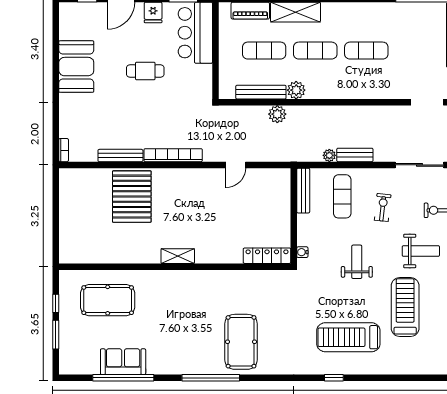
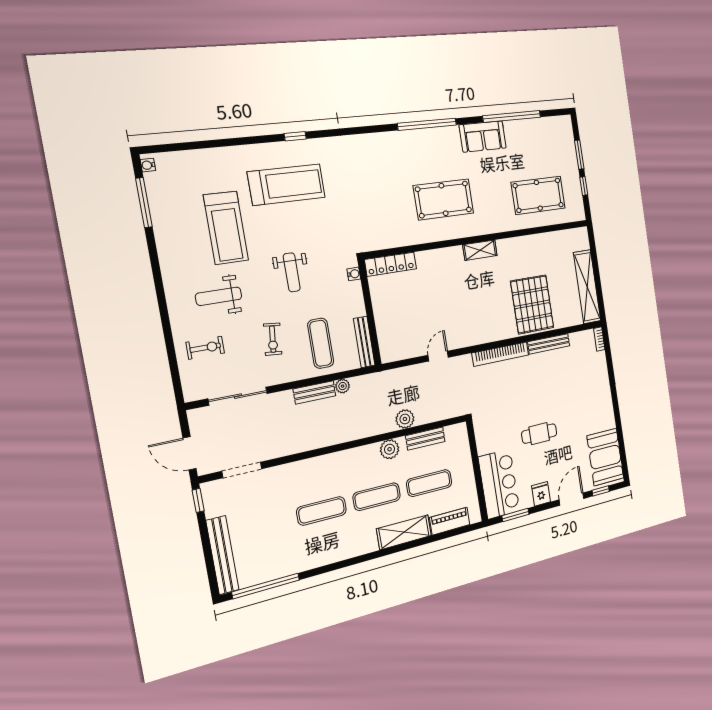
booth: (76, 67) -> (605, 457), moved
bench: (261, 92) -> (425, 439), width x0.73
shelving: (69, 204) -> (587, 287), added
pool table: (241, 342) -> (444, 199), moved, turned 90
sofa: (123, 362) -> (483, 136), moved

